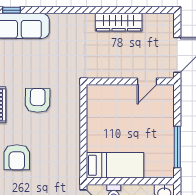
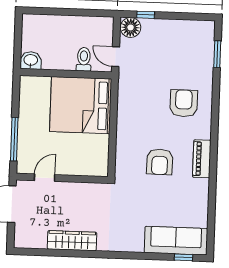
window: (177, 147) -> (14, 139), moved
bed: (115, 165) -> (81, 105), width x2.04

